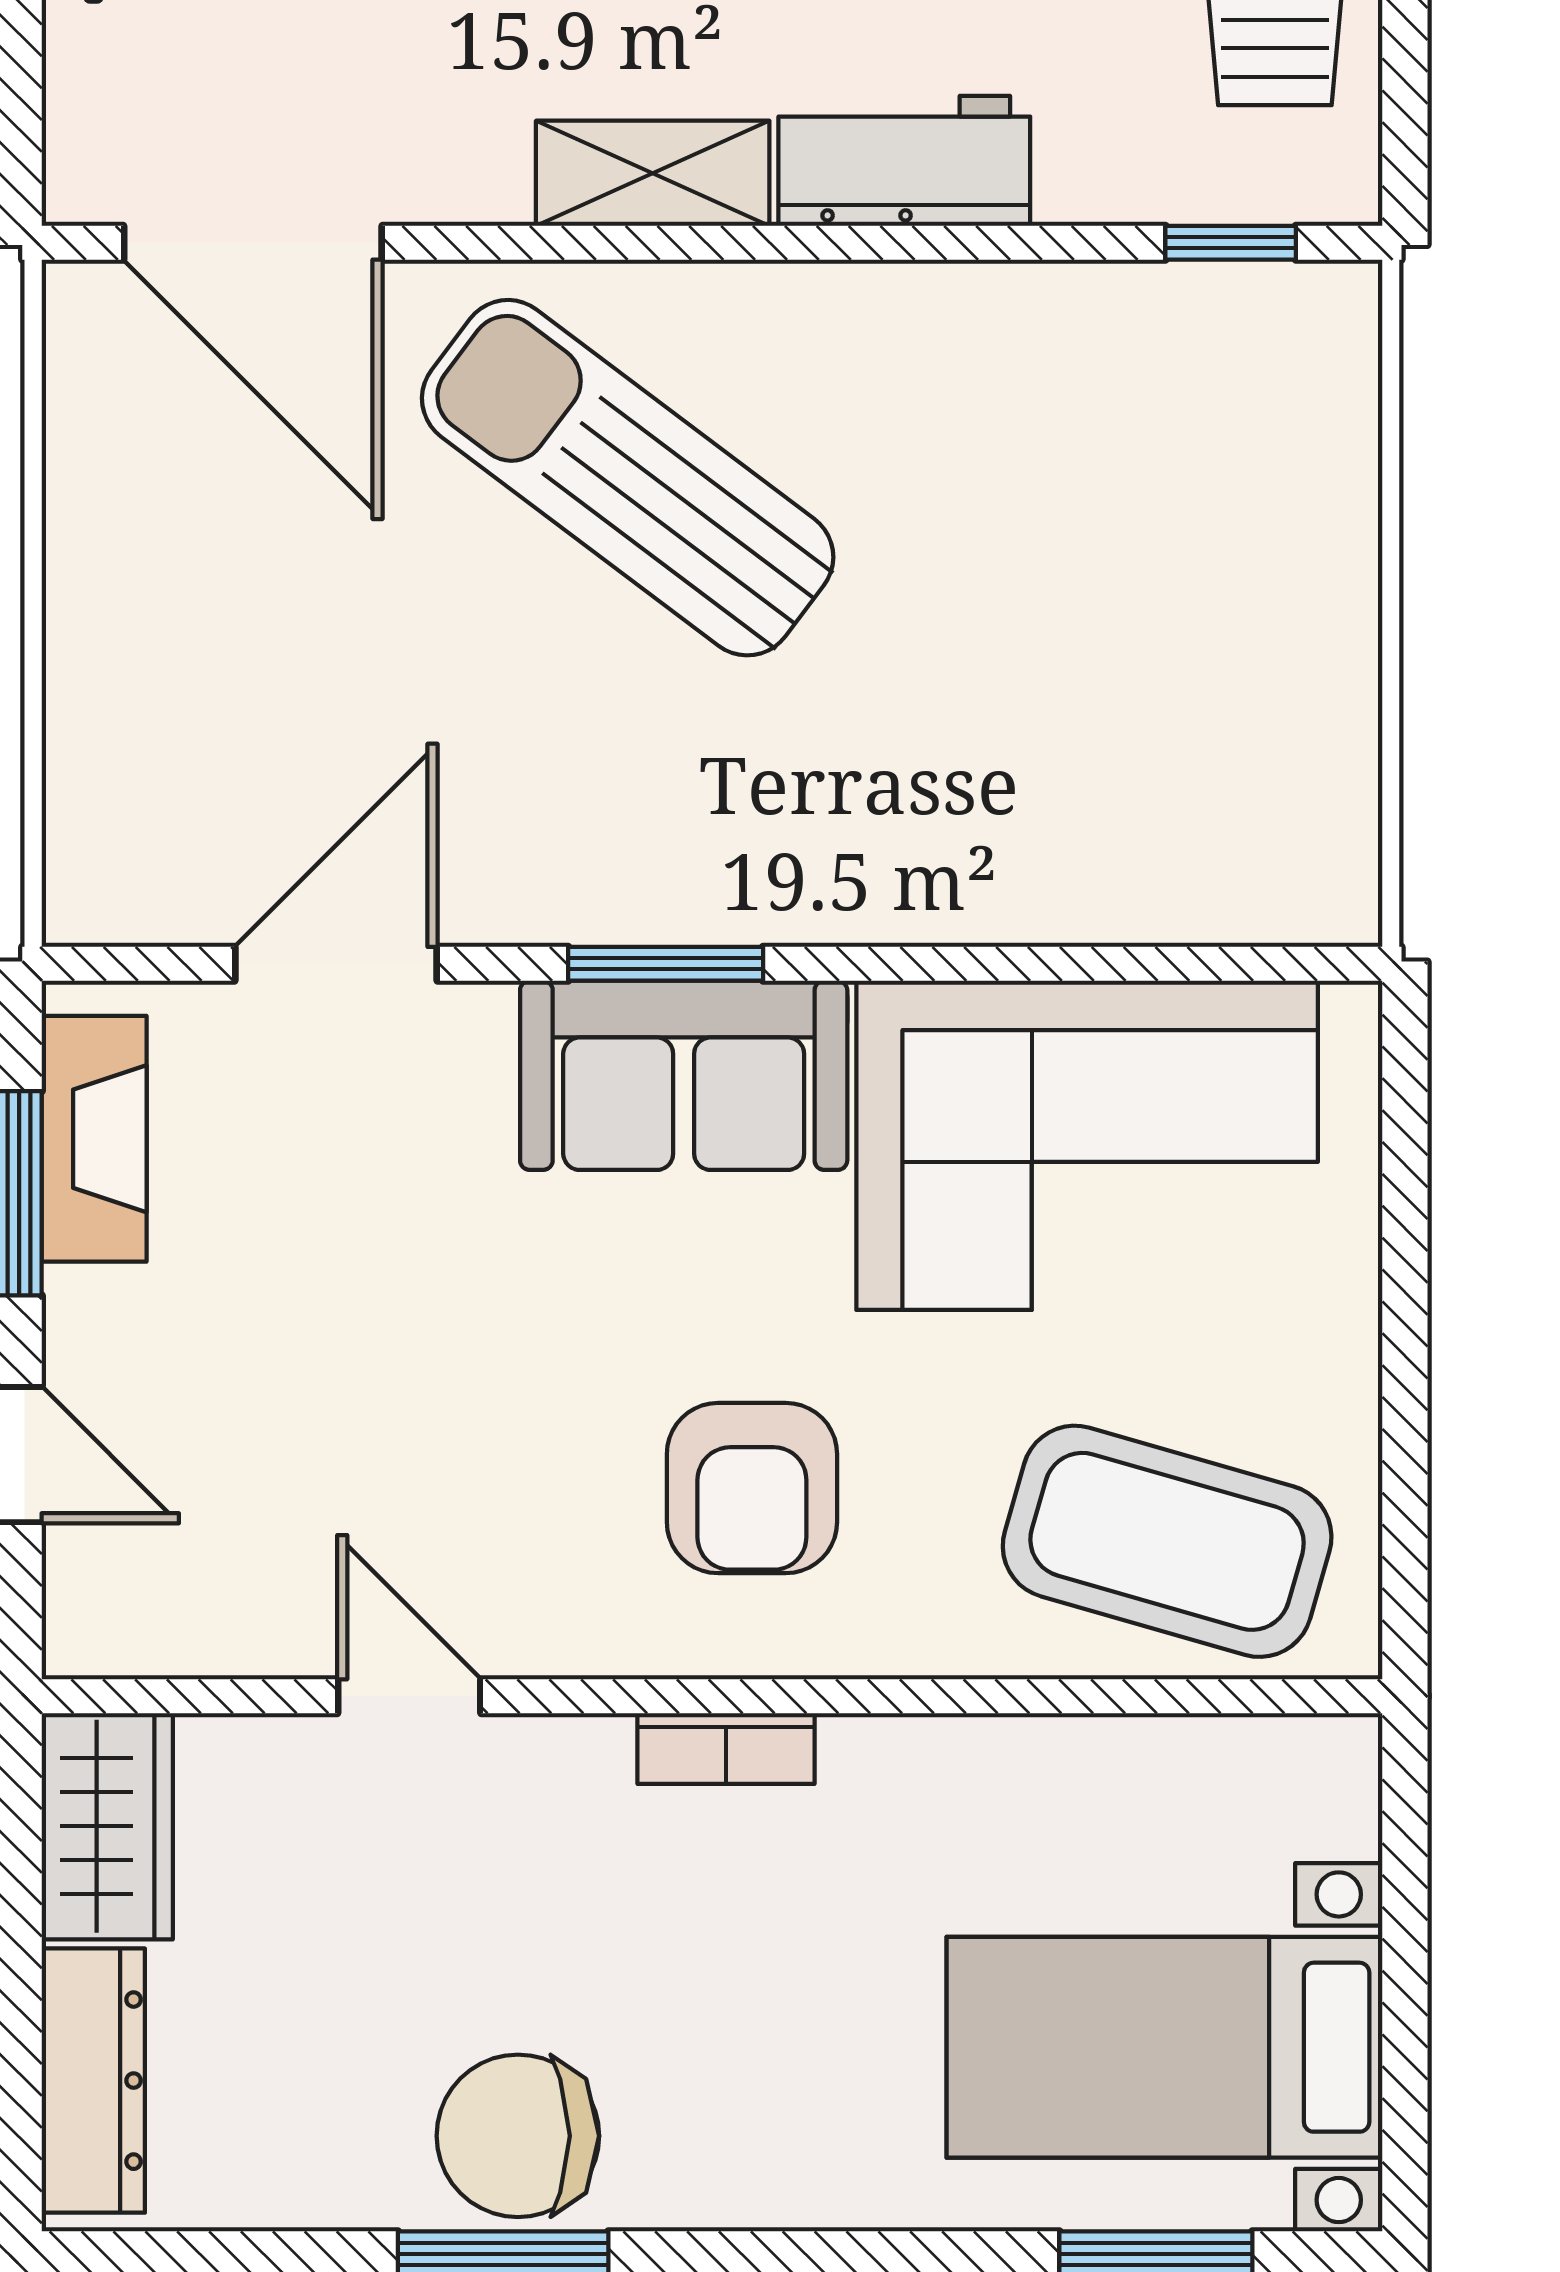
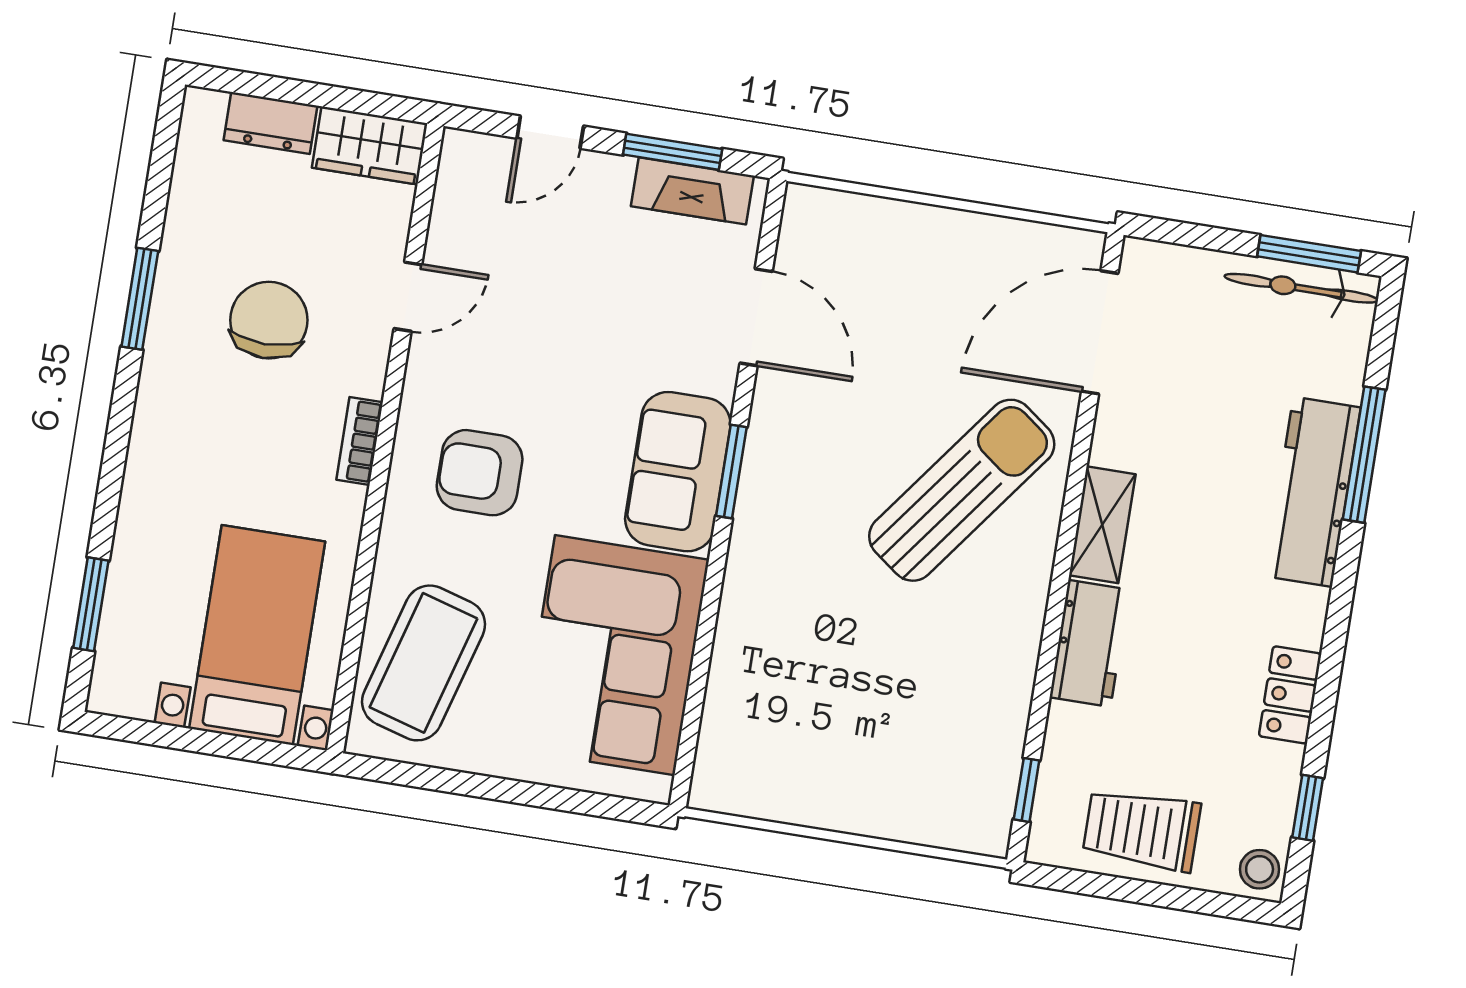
bed with nightstands: (1164, 2047) -> (257, 635), moved
dresser: (93, 2081) -> (270, 123), width x0.70
chair: (518, 2136) -> (269, 320), moved

